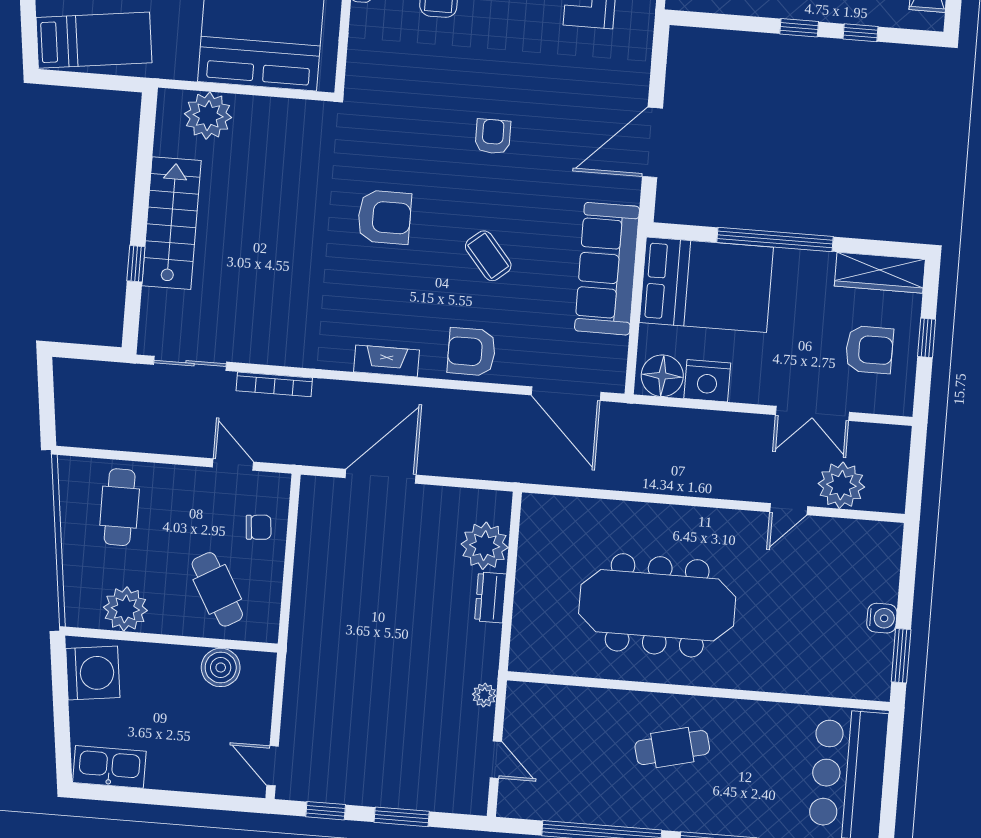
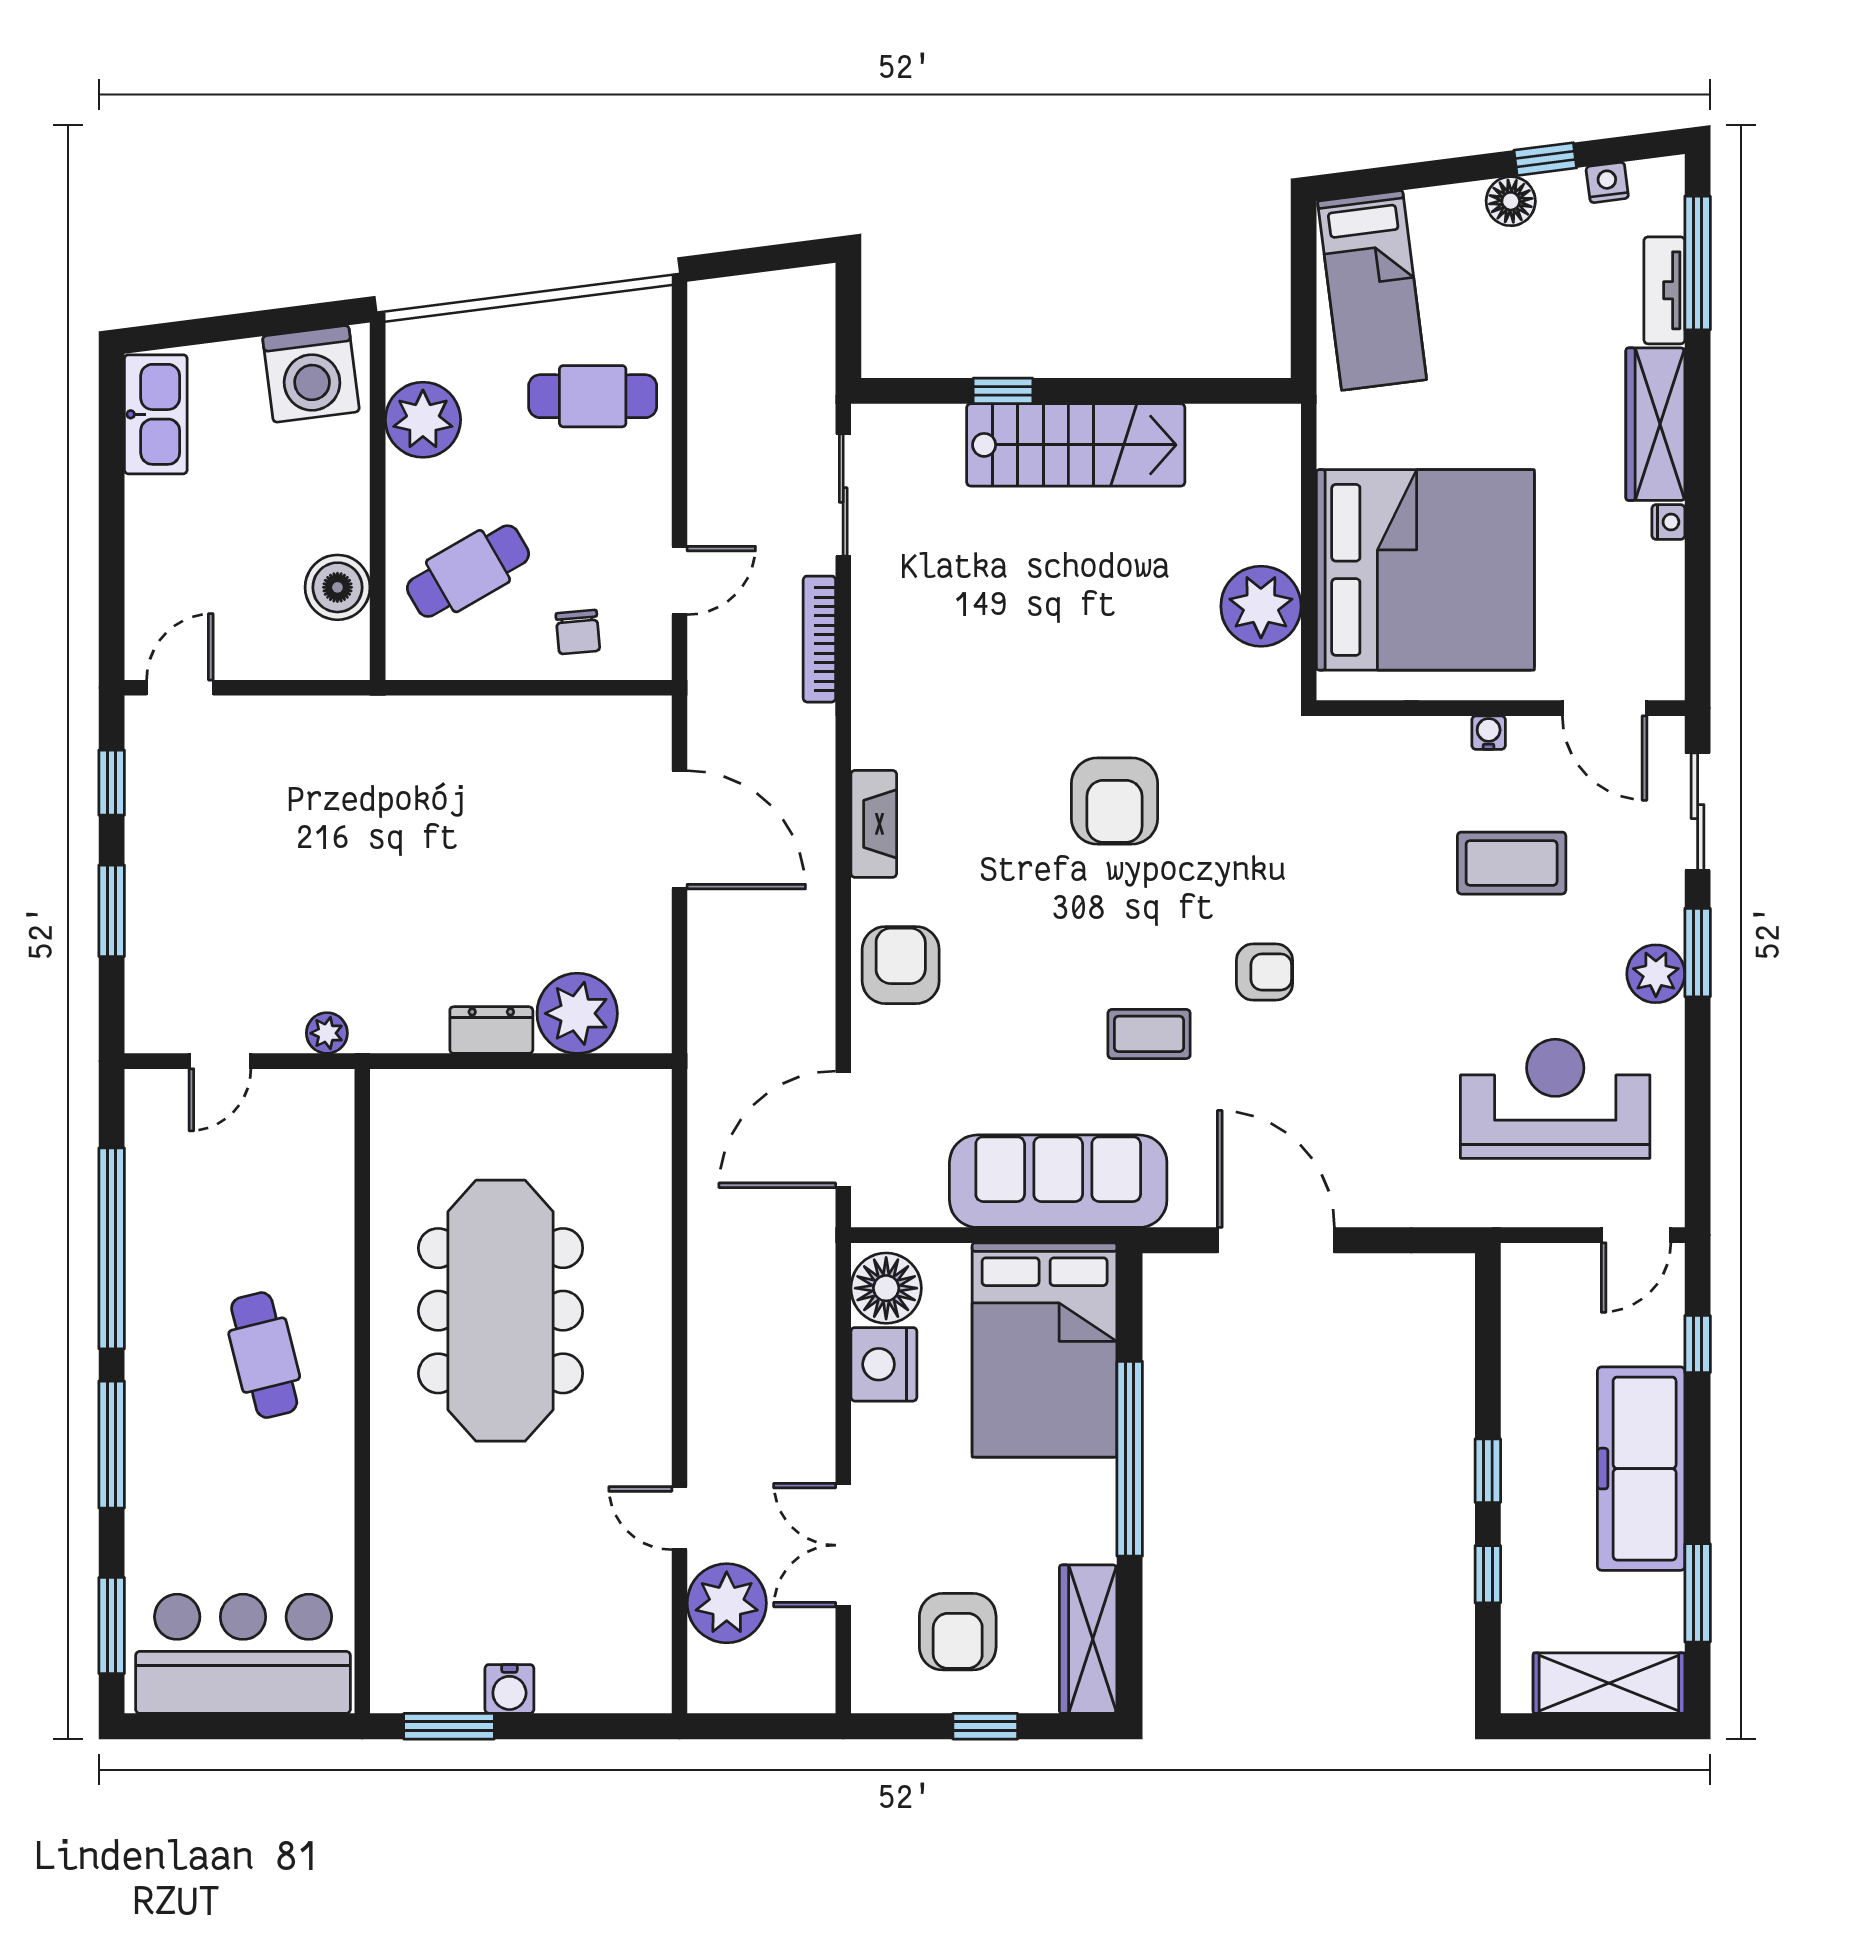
plant: (208, 116) -> (1261, 606), moved
coffee table: (488, 256) -> (1149, 1034), moved, turned 40

